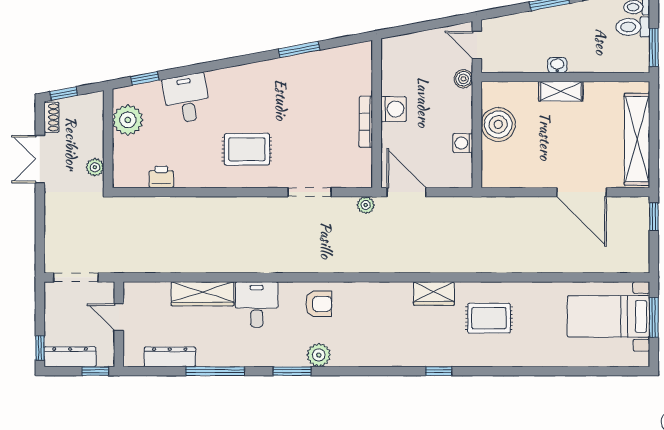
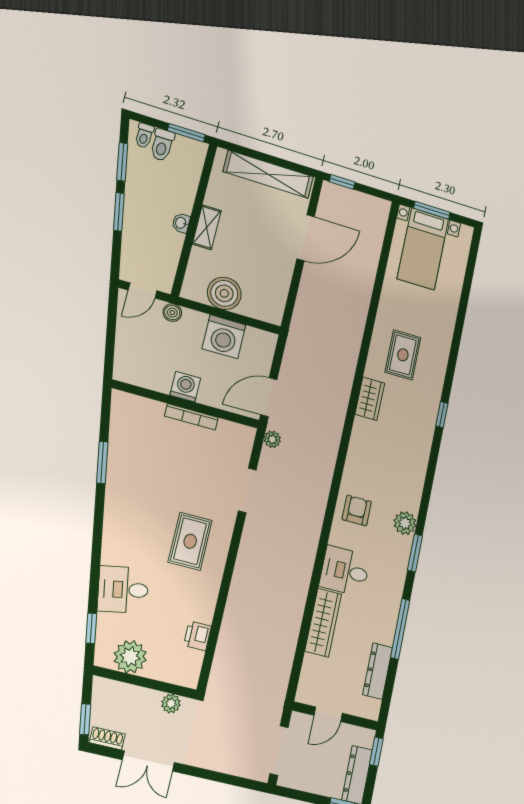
washing machine: (463, 143) -> (224, 337), width x1.89, depth x1.89

